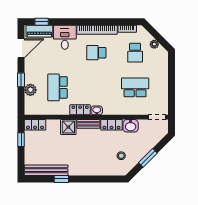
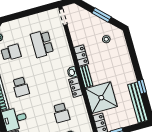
school desk: (58, 87) -> (61, 113), width x0.54
washbasin: (131, 126) -> (77, 38), removed
shower: (68, 127) -> (101, 98), width x1.86, depth x1.86

